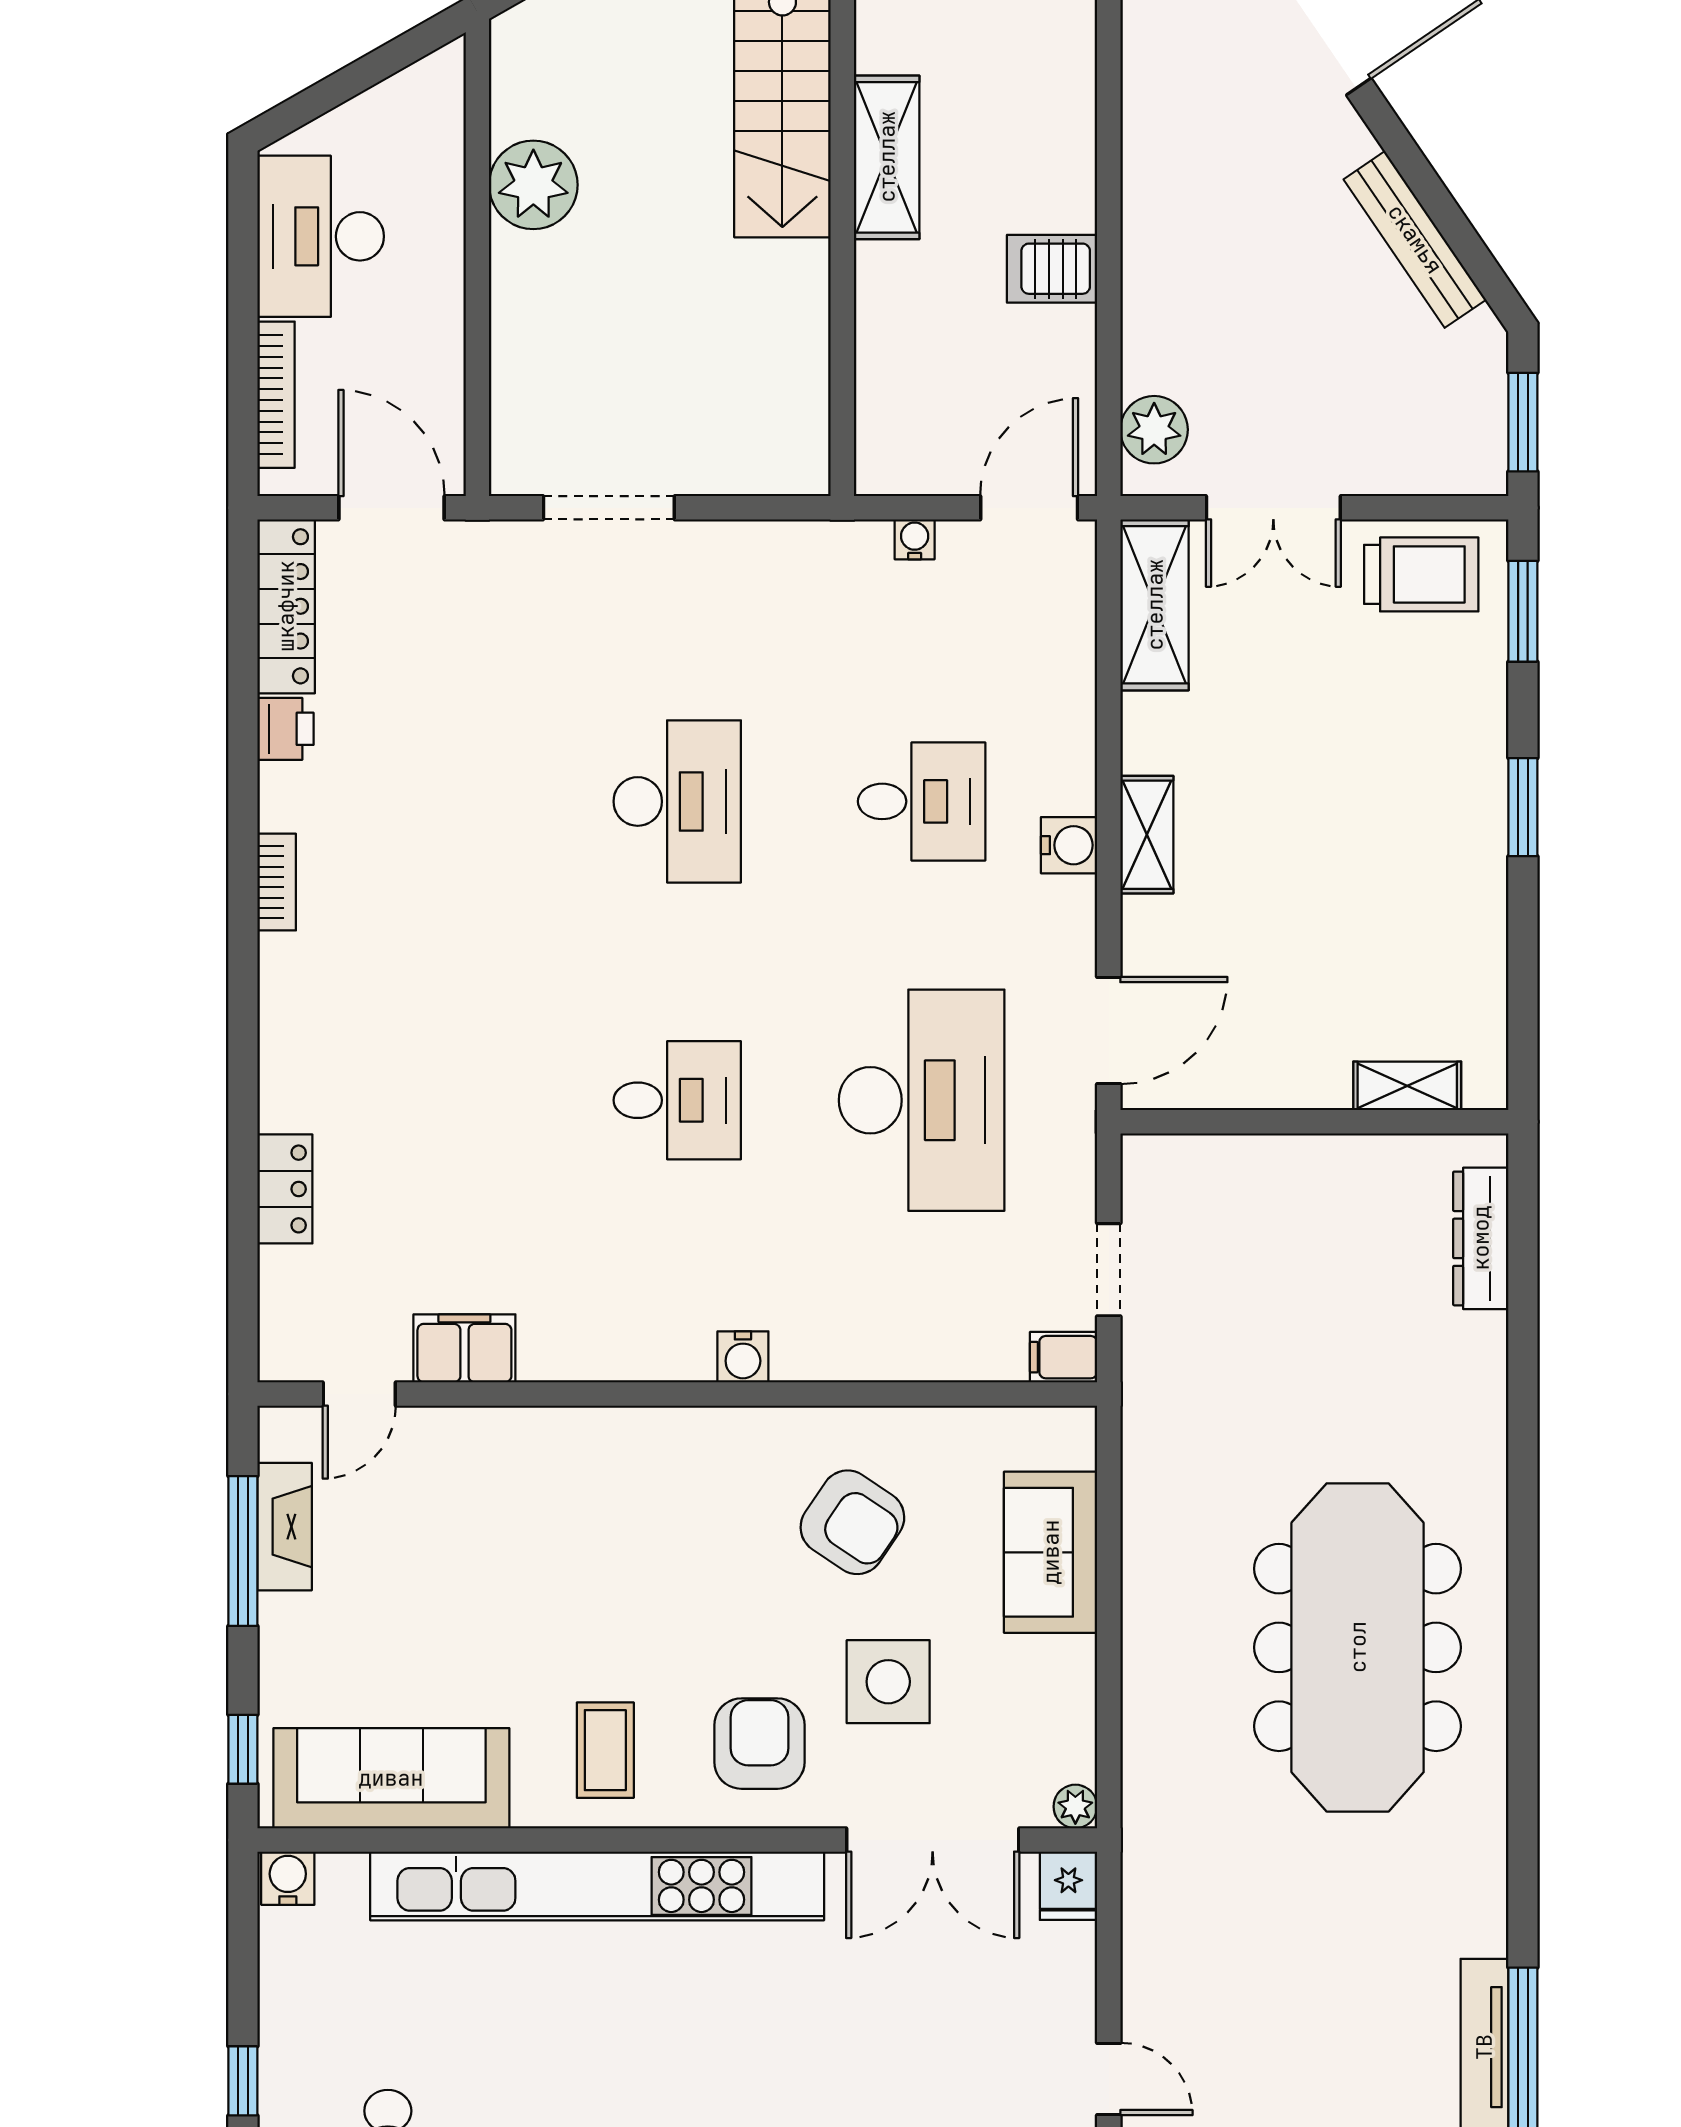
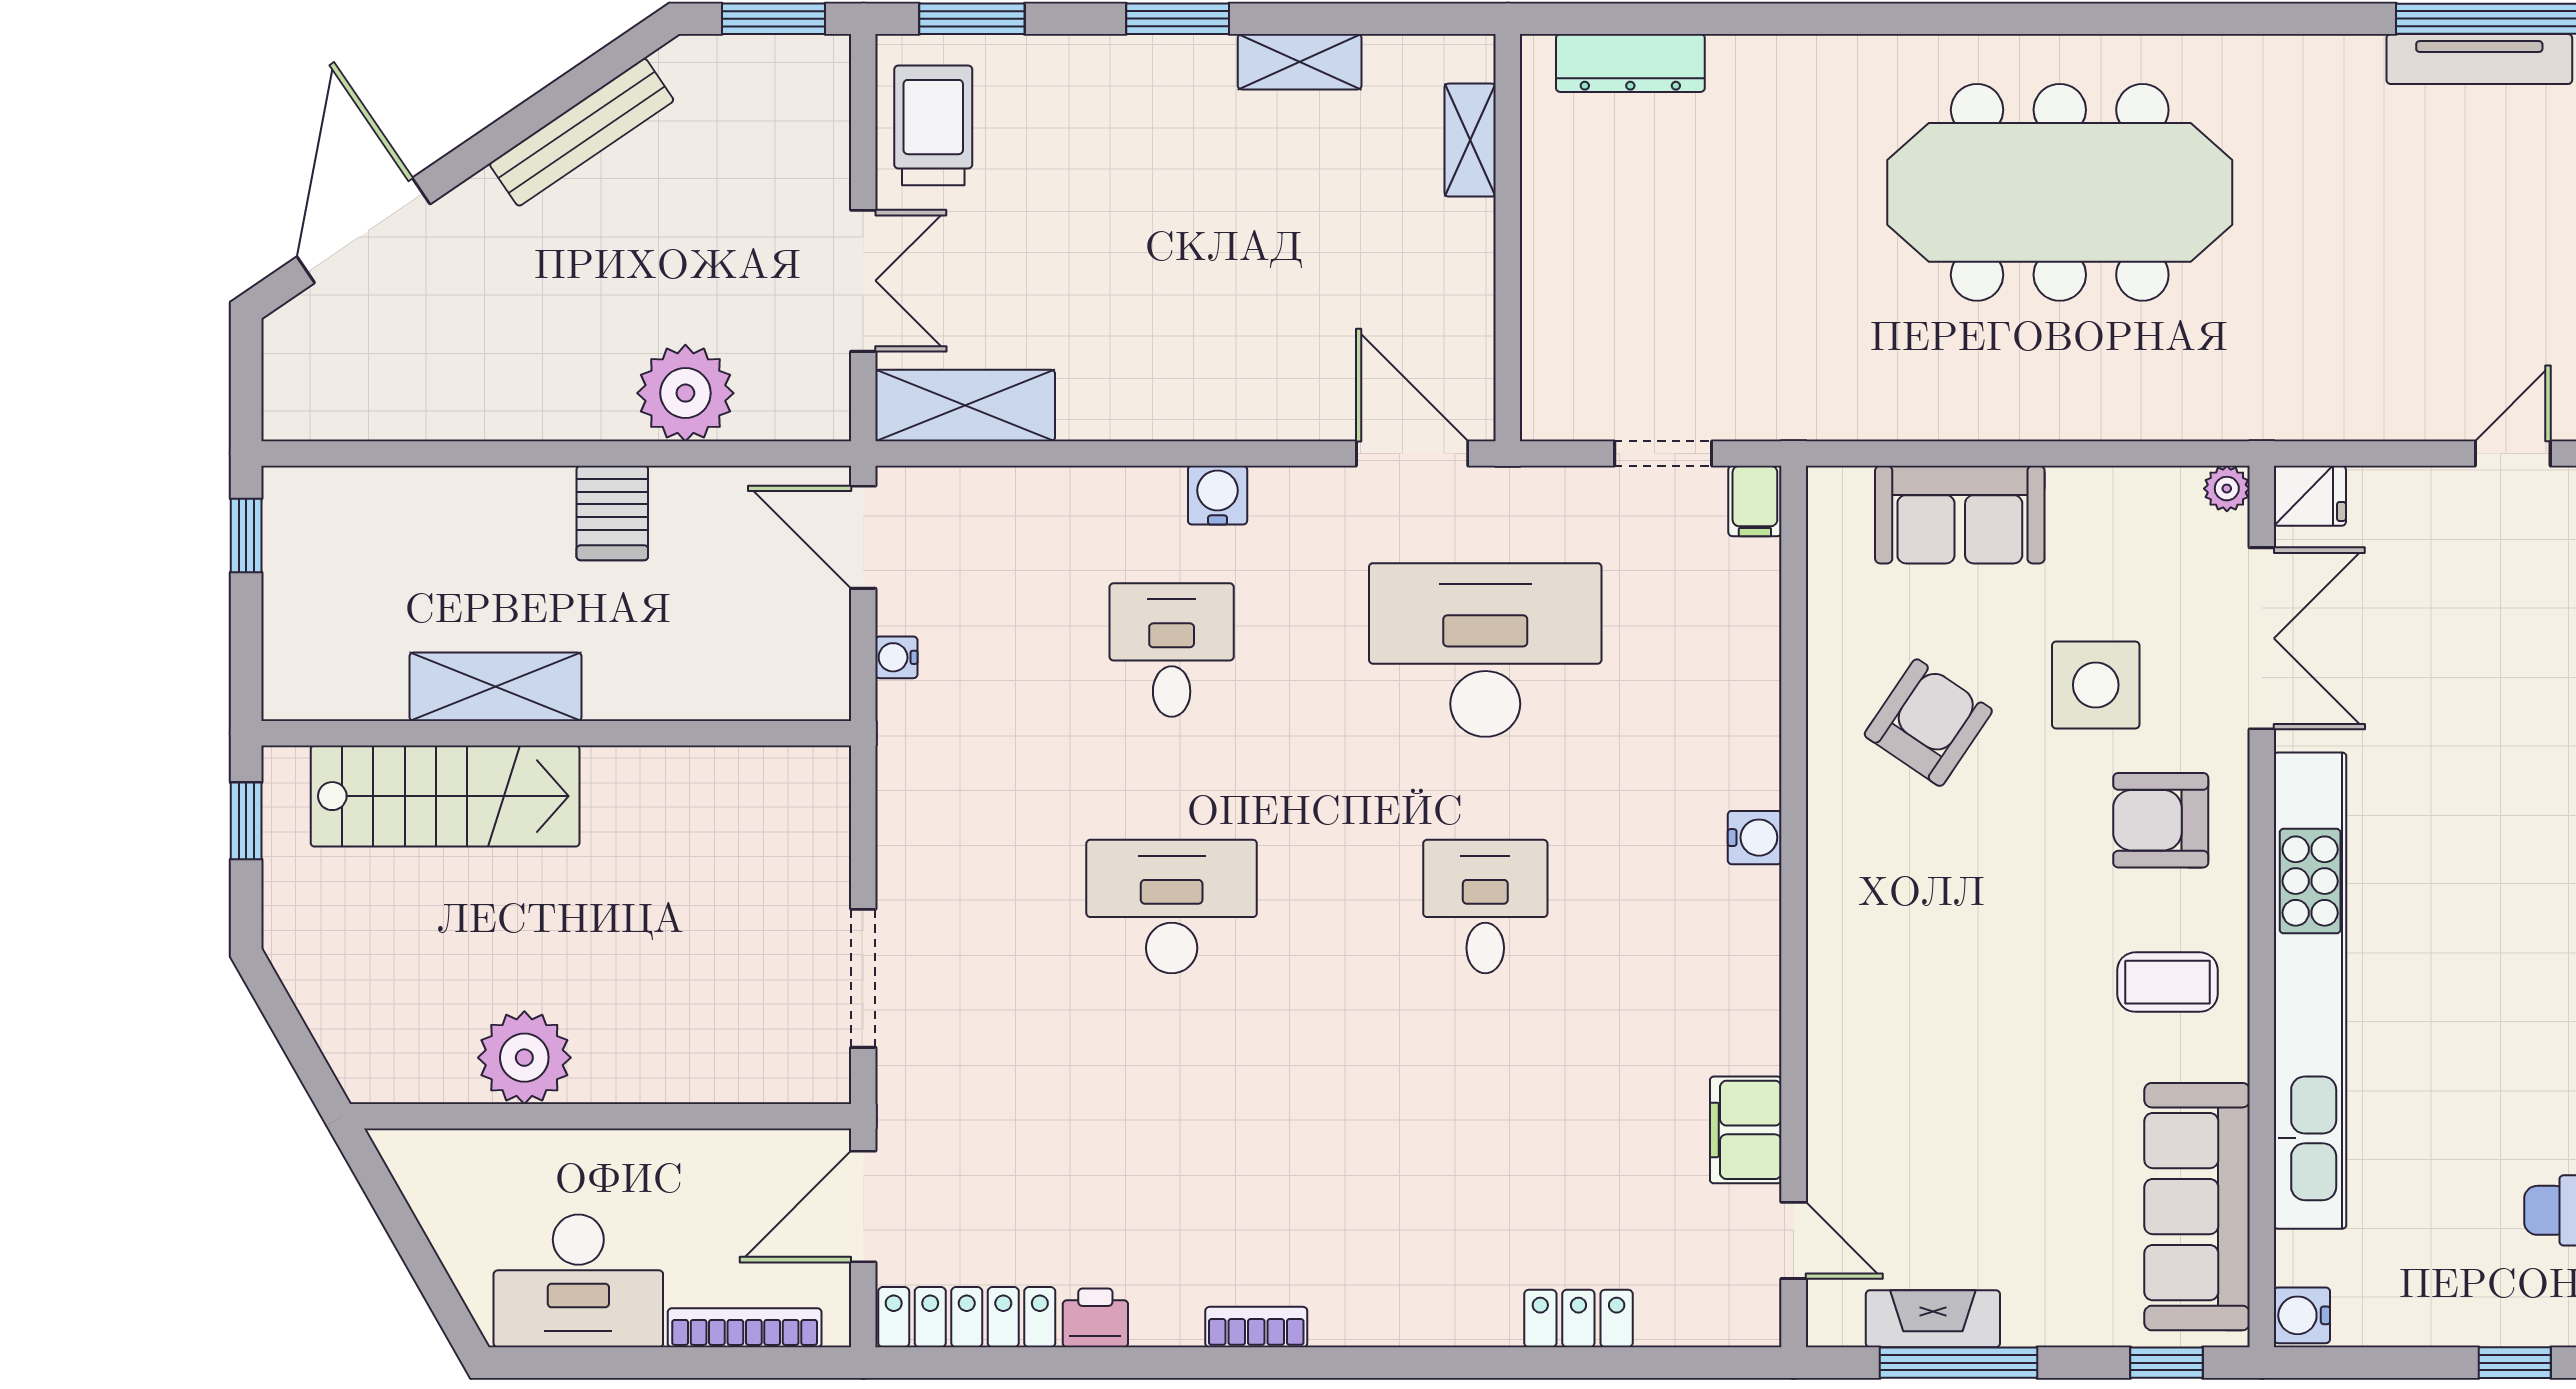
plant: (1154, 430) -> (685, 393), moved, width x1.36, depth x1.36
shelving: (1147, 835) -> (1300, 62), moved

